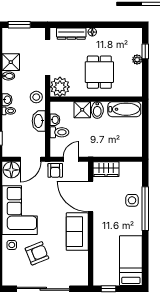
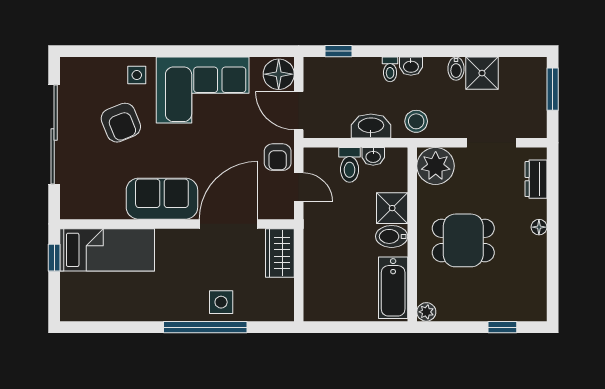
dresser: (71, 34) -> (536, 179), width x0.70
doorway: (48, 57) -> (491, 143), width x0.73
plant: (137, 60) -> (426, 312), moved
armchair: (55, 170) -> (278, 157), turned -90
bed: (131, 261) -> (107, 250), moved

